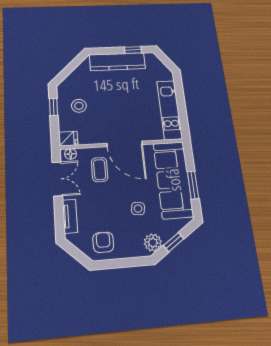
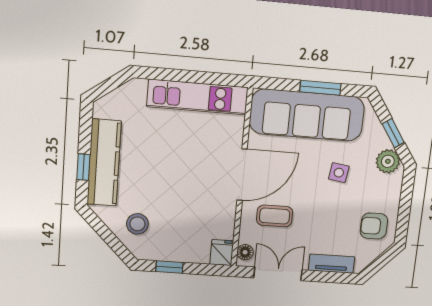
window: (133, 50) -> (83, 167), moved
stool: (79, 106) -> (137, 224), moved

